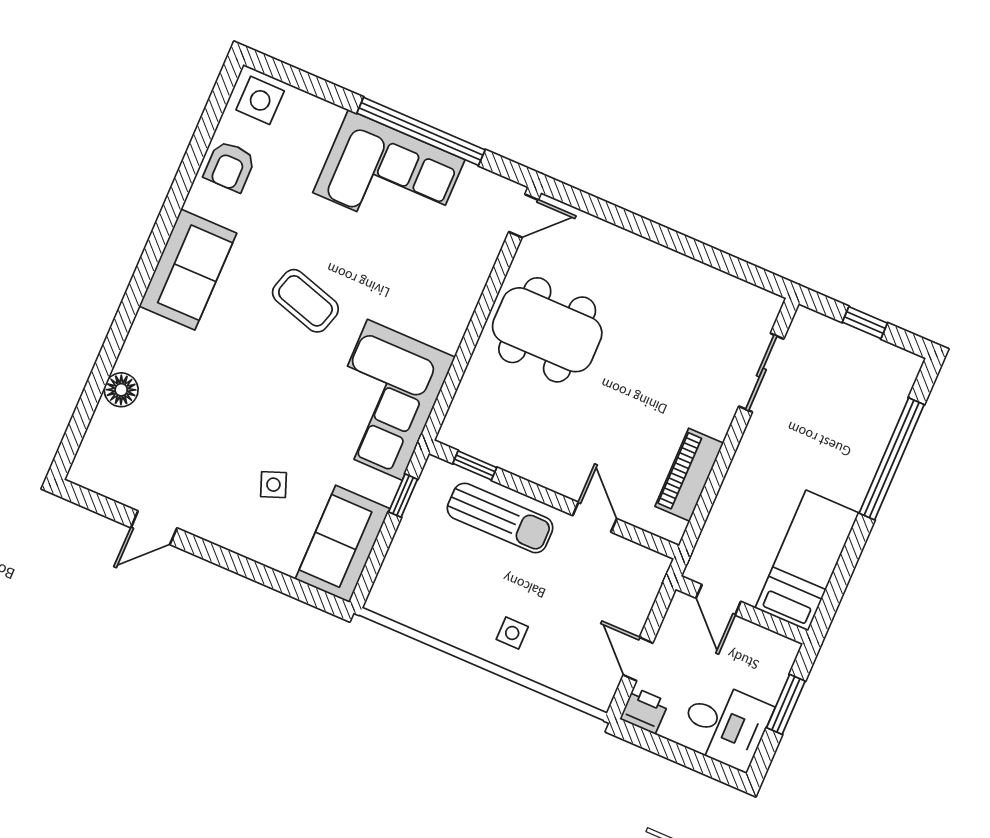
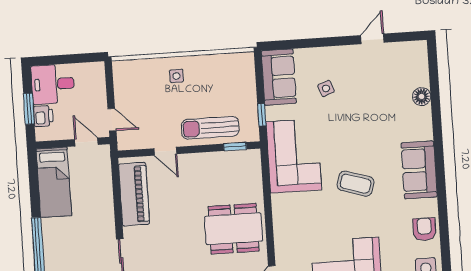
piano: (689, 475) -> (134, 194), width x1.37, depth x1.33
door: (638, 659) -> (112, 120), moved
printer: (644, 711) -> (43, 116), moved, turned -90

